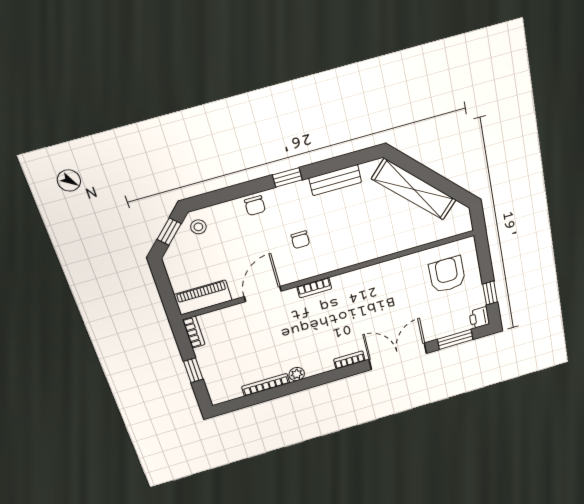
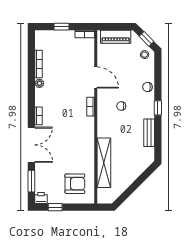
shelving: (414, 189) -> (104, 163), moved, turned -45
piano: (203, 297) -> (116, 37), moved, turned 90

